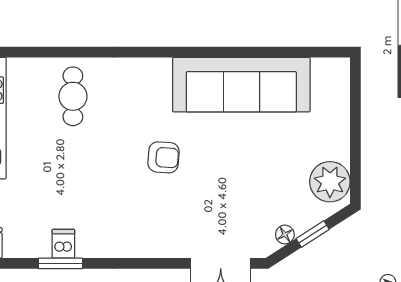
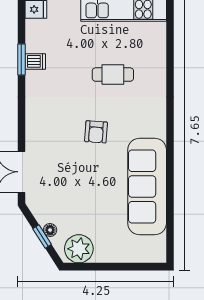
cafe table: (73, 96) -> (113, 75), moved
floor lamp: (285, 235) -> (50, 230), moved

